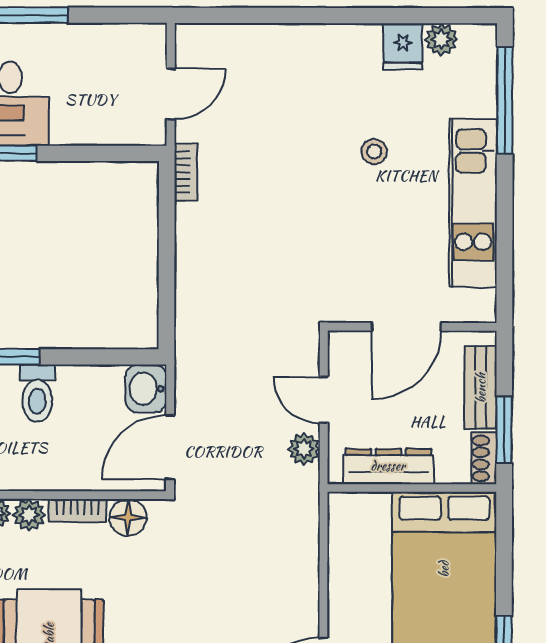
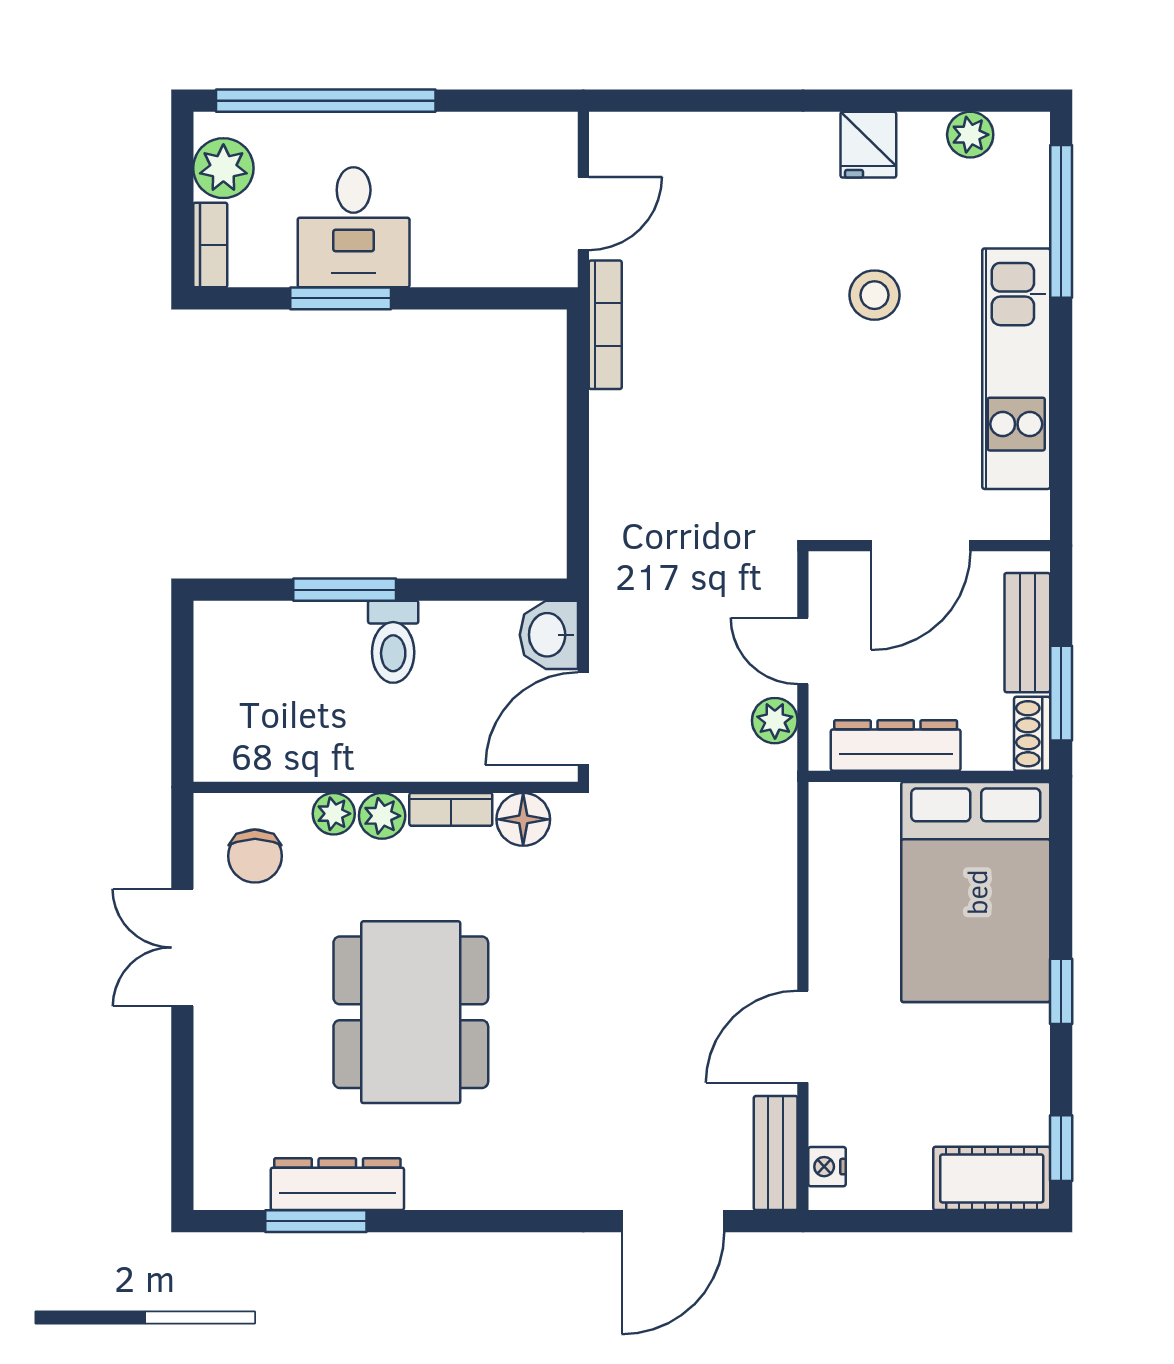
fridge: (403, 46) -> (868, 145), moved
stool: (374, 152) -> (875, 295), width x1.37, depth x1.37
bookcase: (186, 172) -> (605, 325), width x1.56

